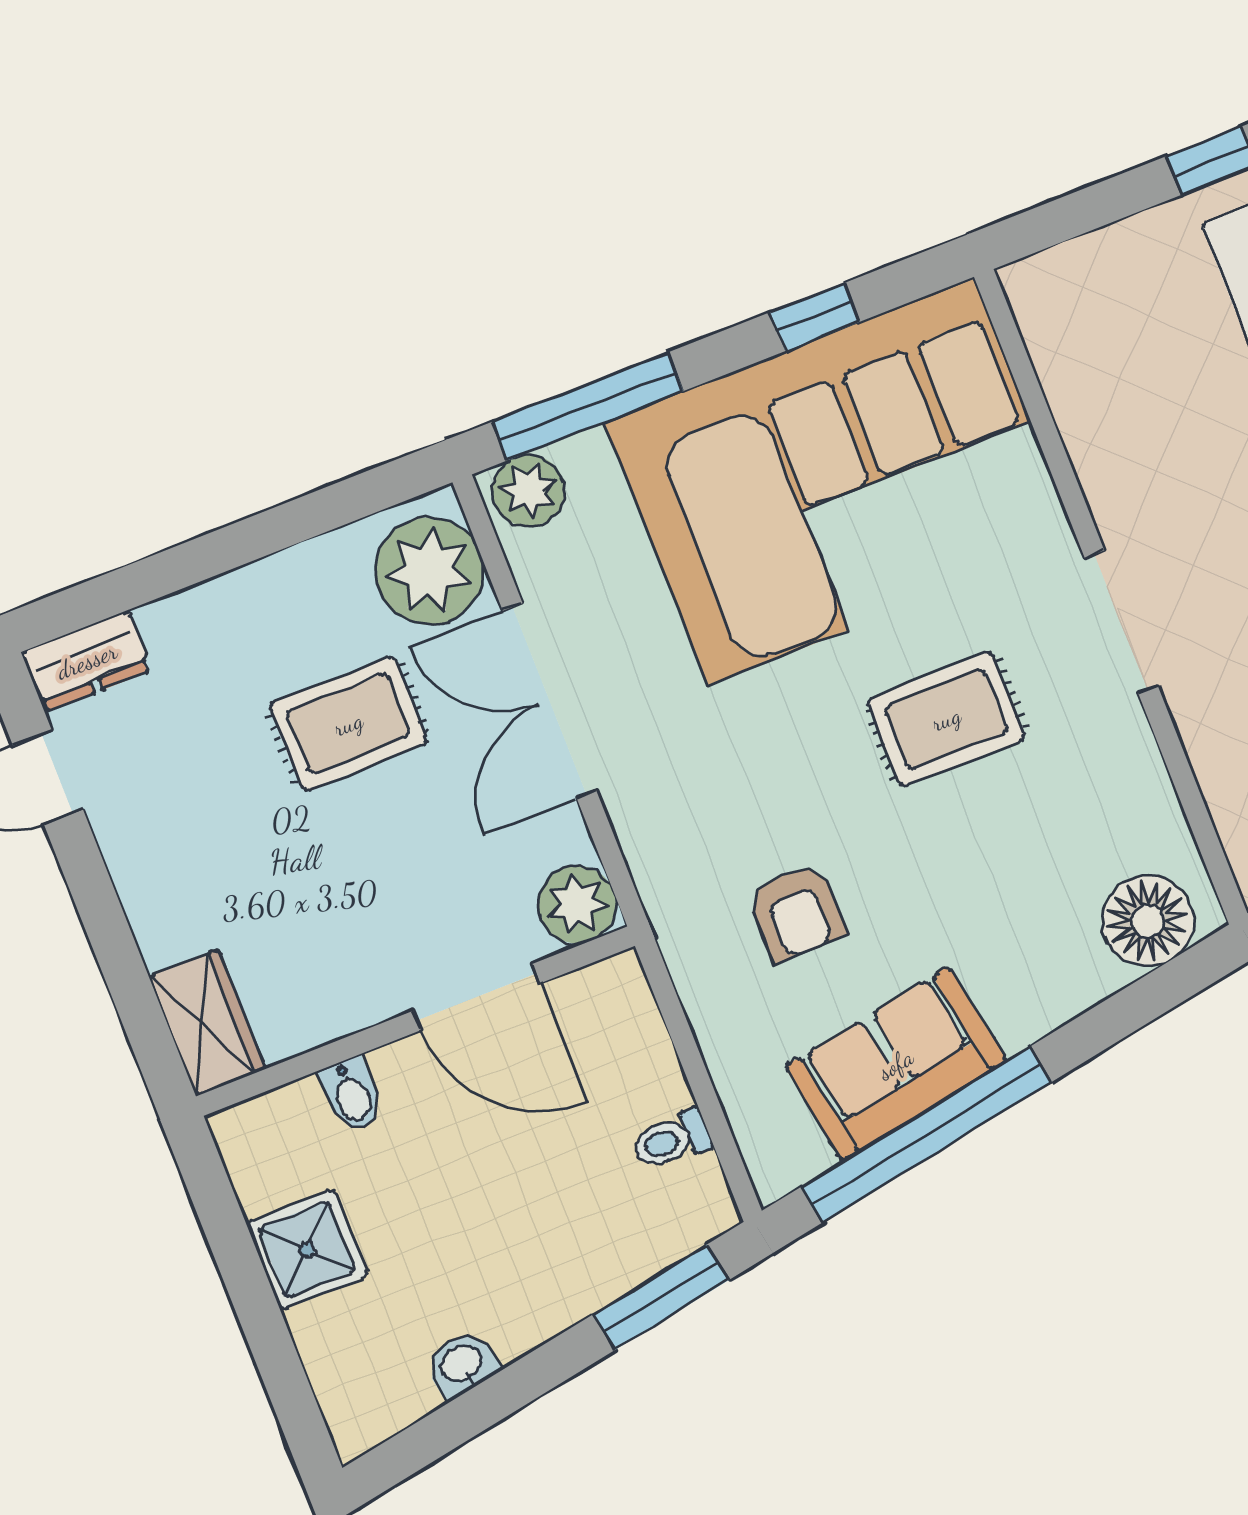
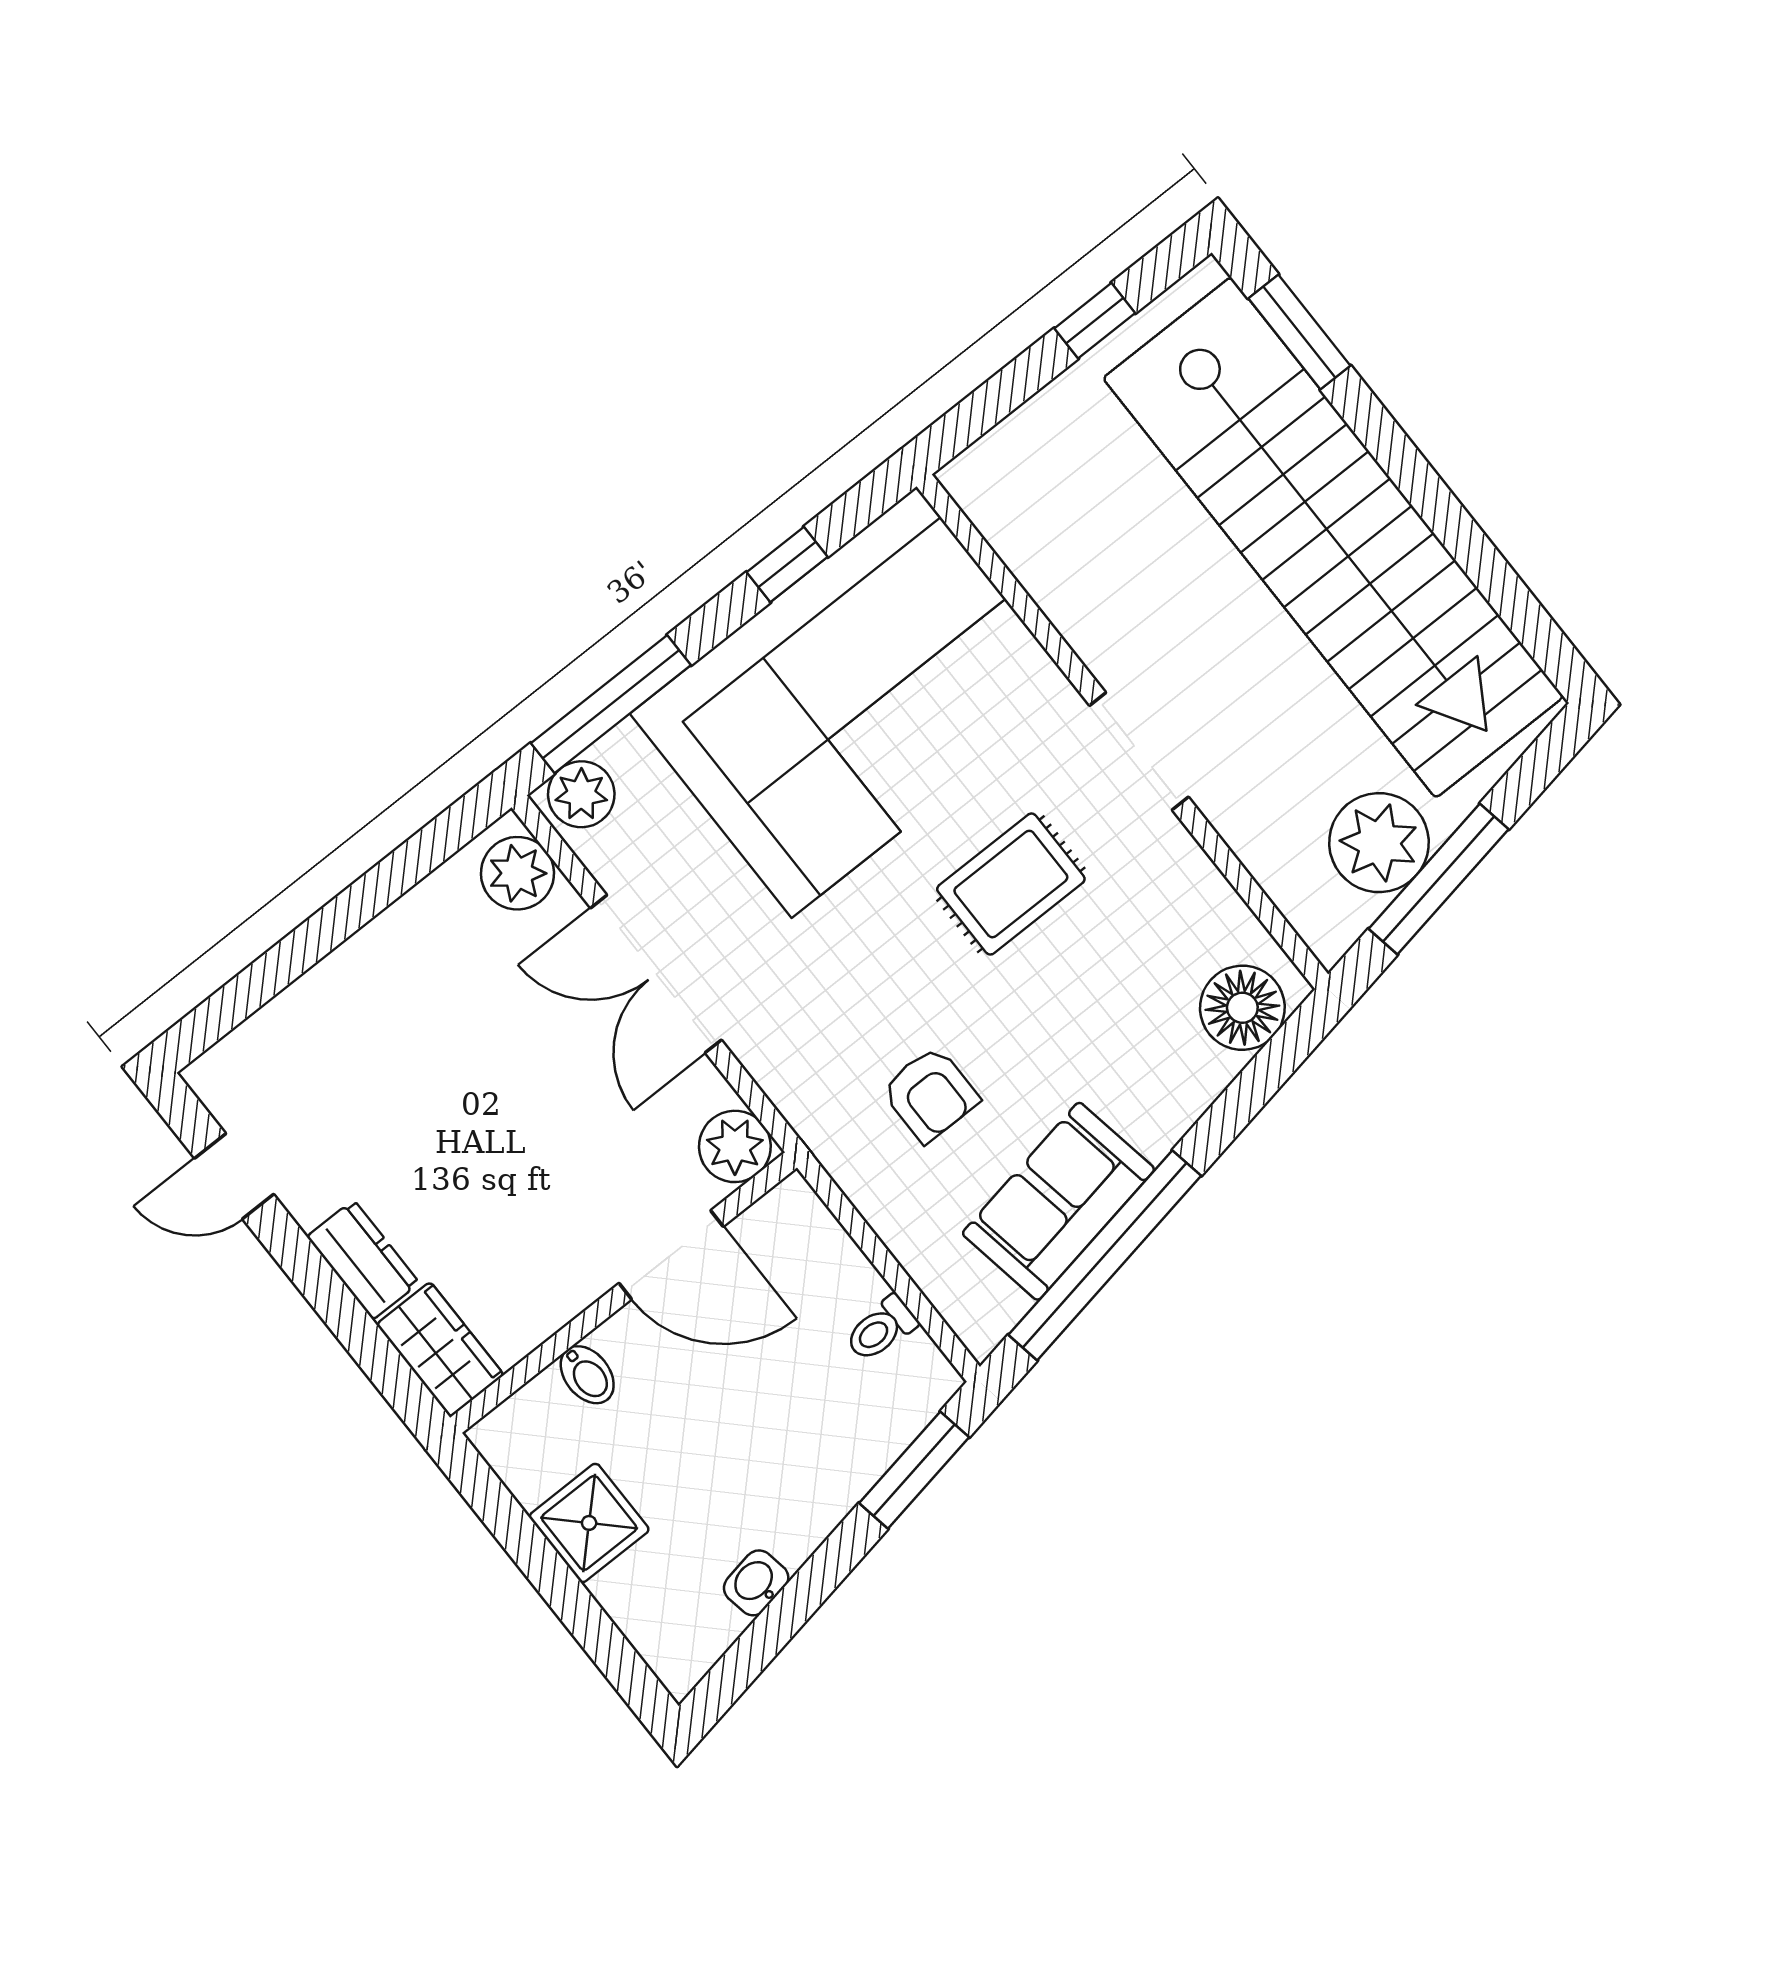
plant: (429, 571) -> (517, 873), width x0.73, depth x0.73
dresser: (87, 661) -> (363, 1260), moved, turned -90
rug: (348, 724) -> (485, 1048), removed

